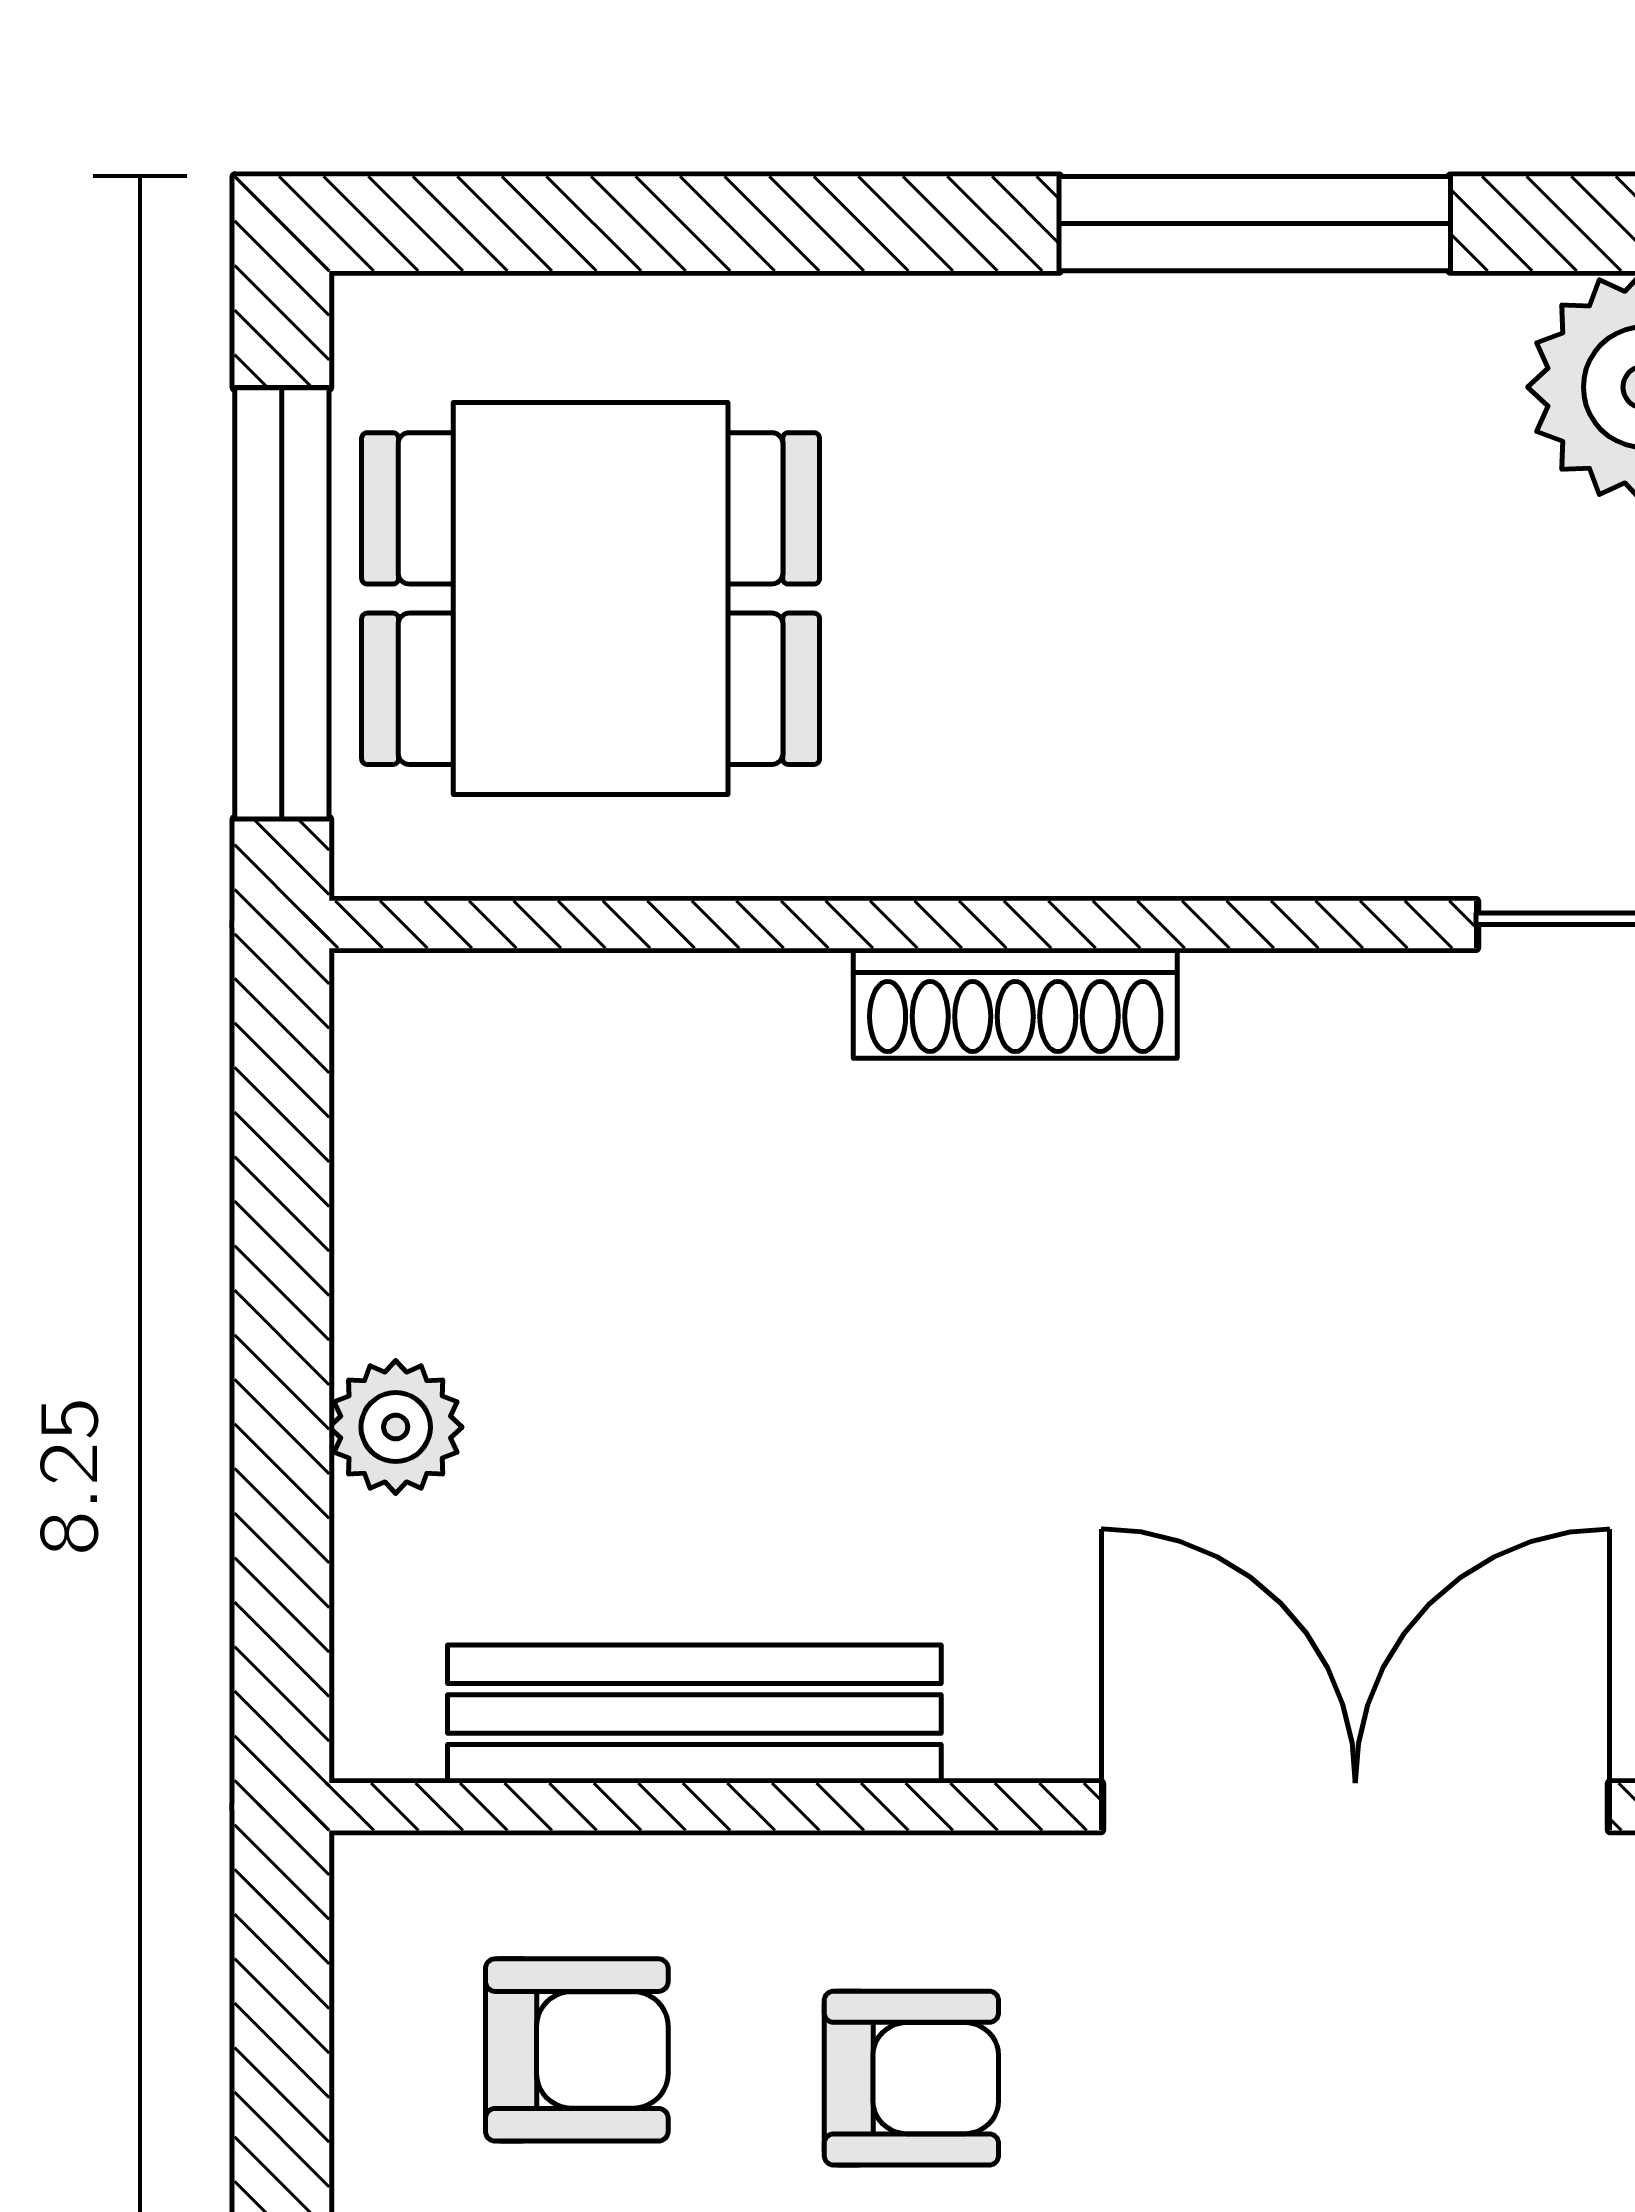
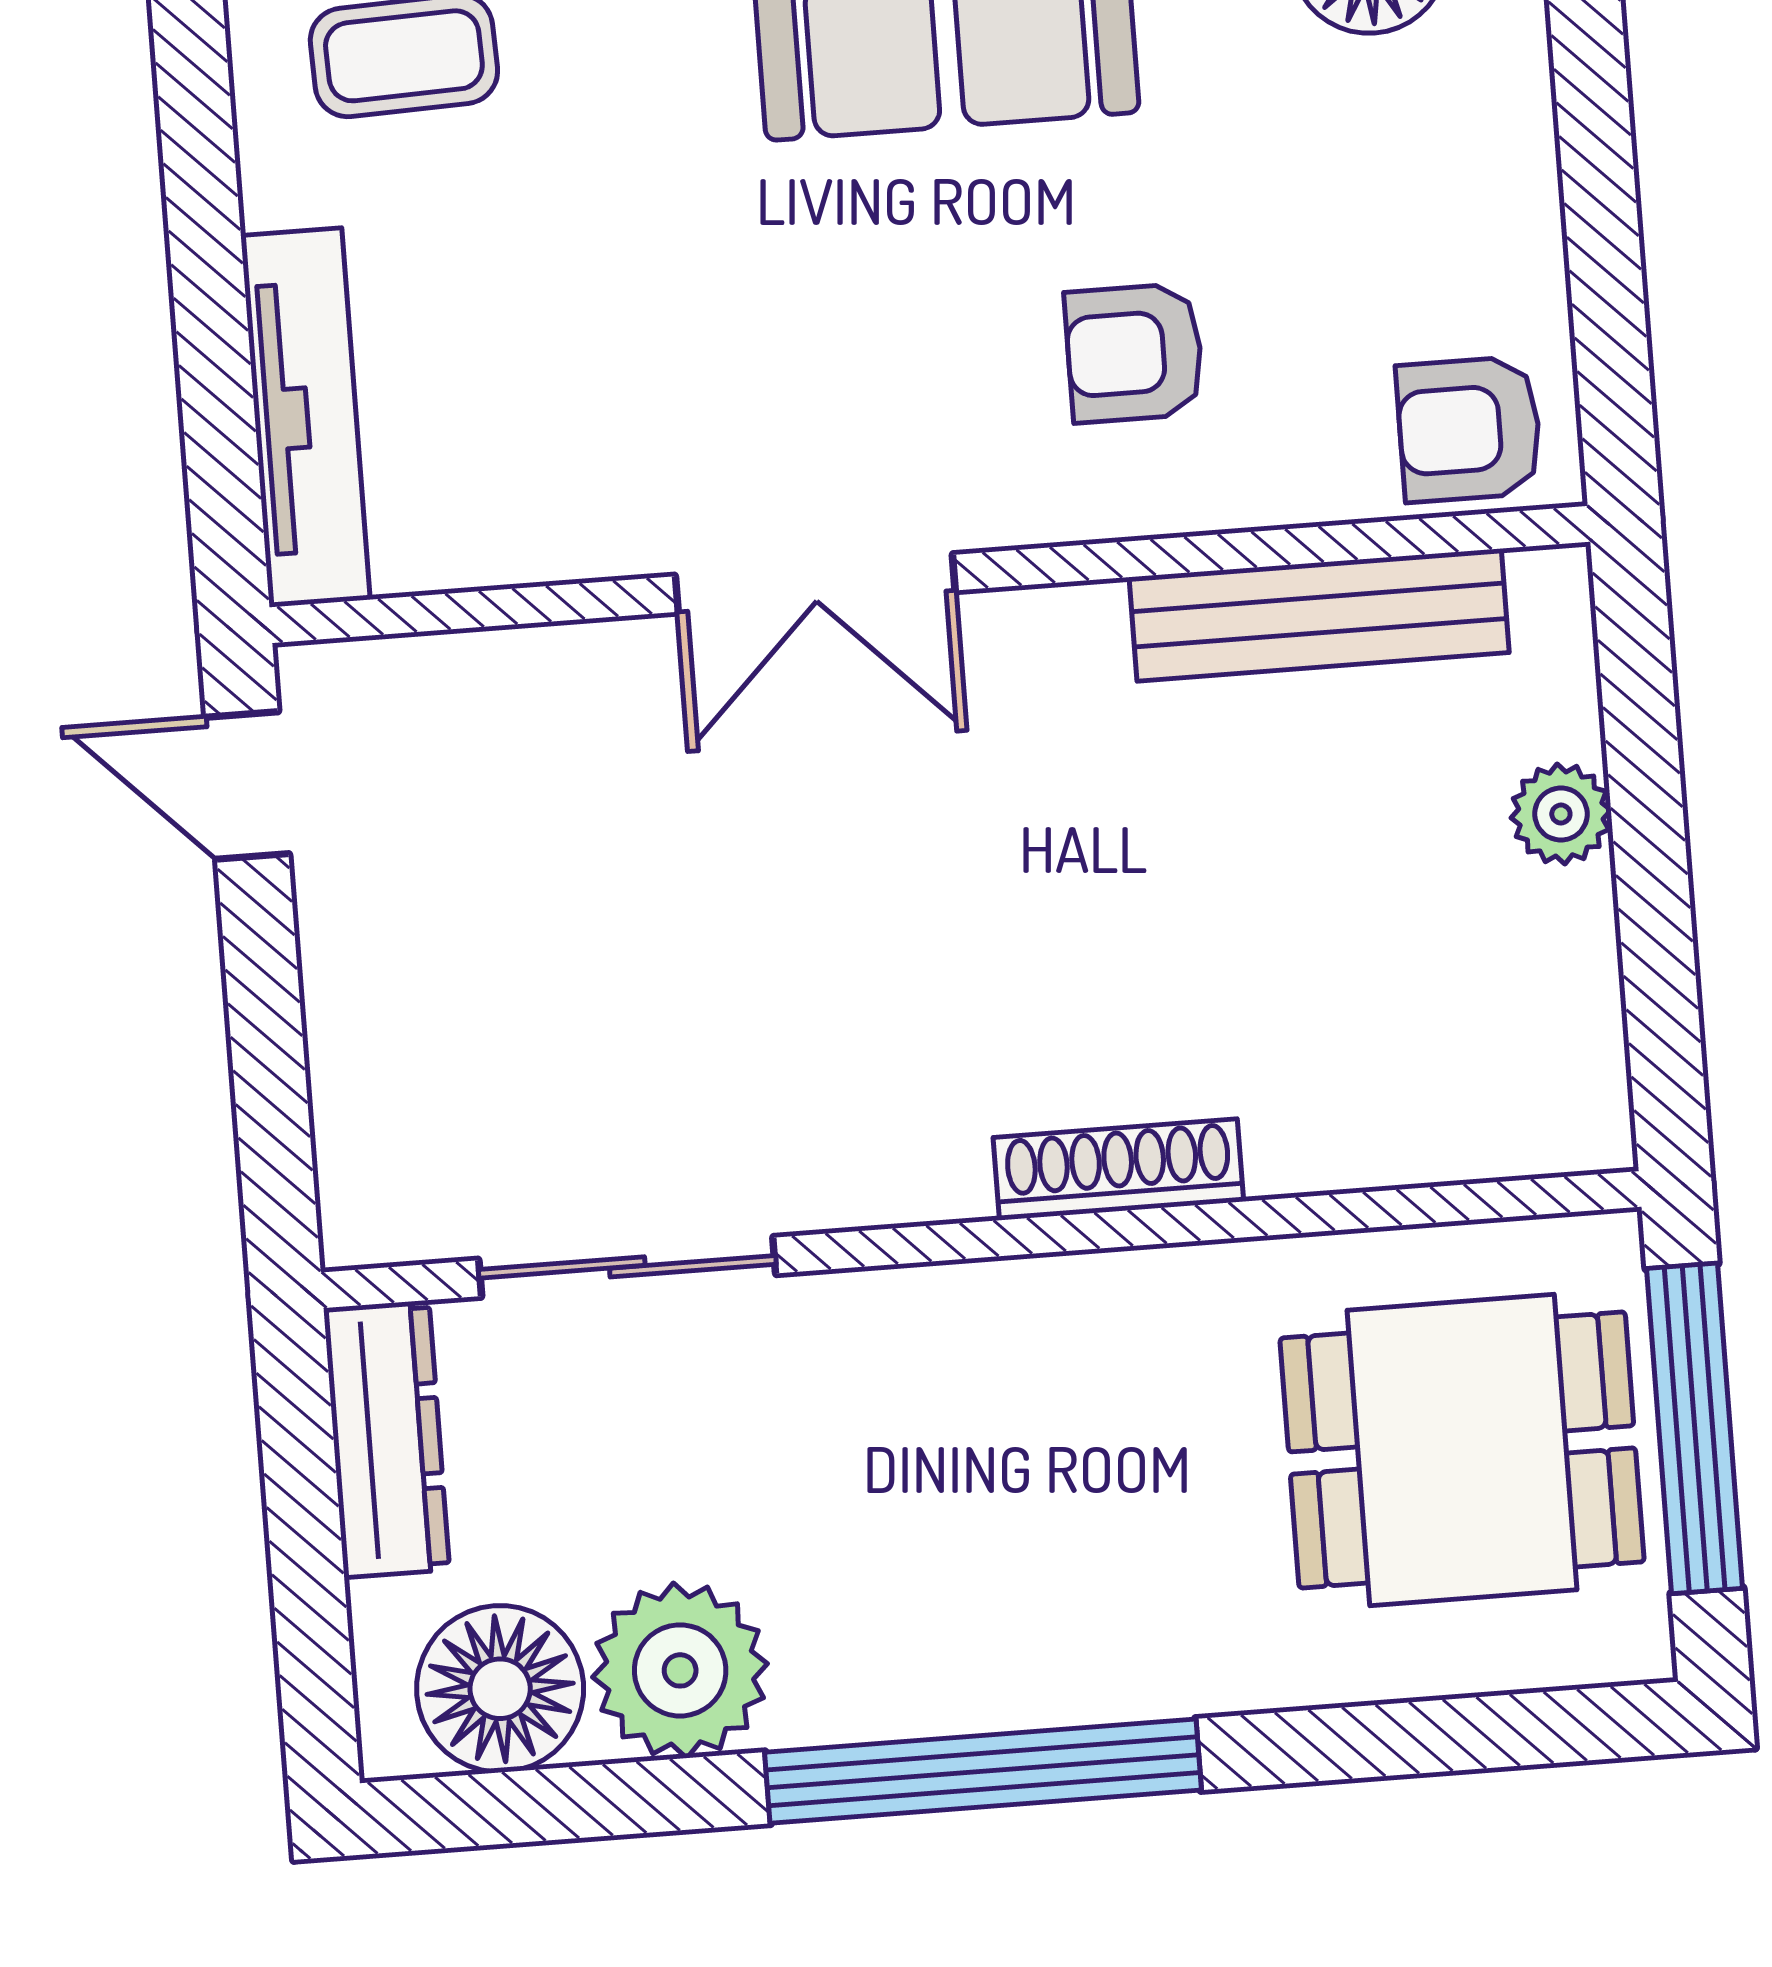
window: (1255, 224) -> (983, 1771), width x1.46
double door: (1355, 1807) -> (815, 583), width x0.73
armchair: (577, 2050) -> (1469, 429), moved

